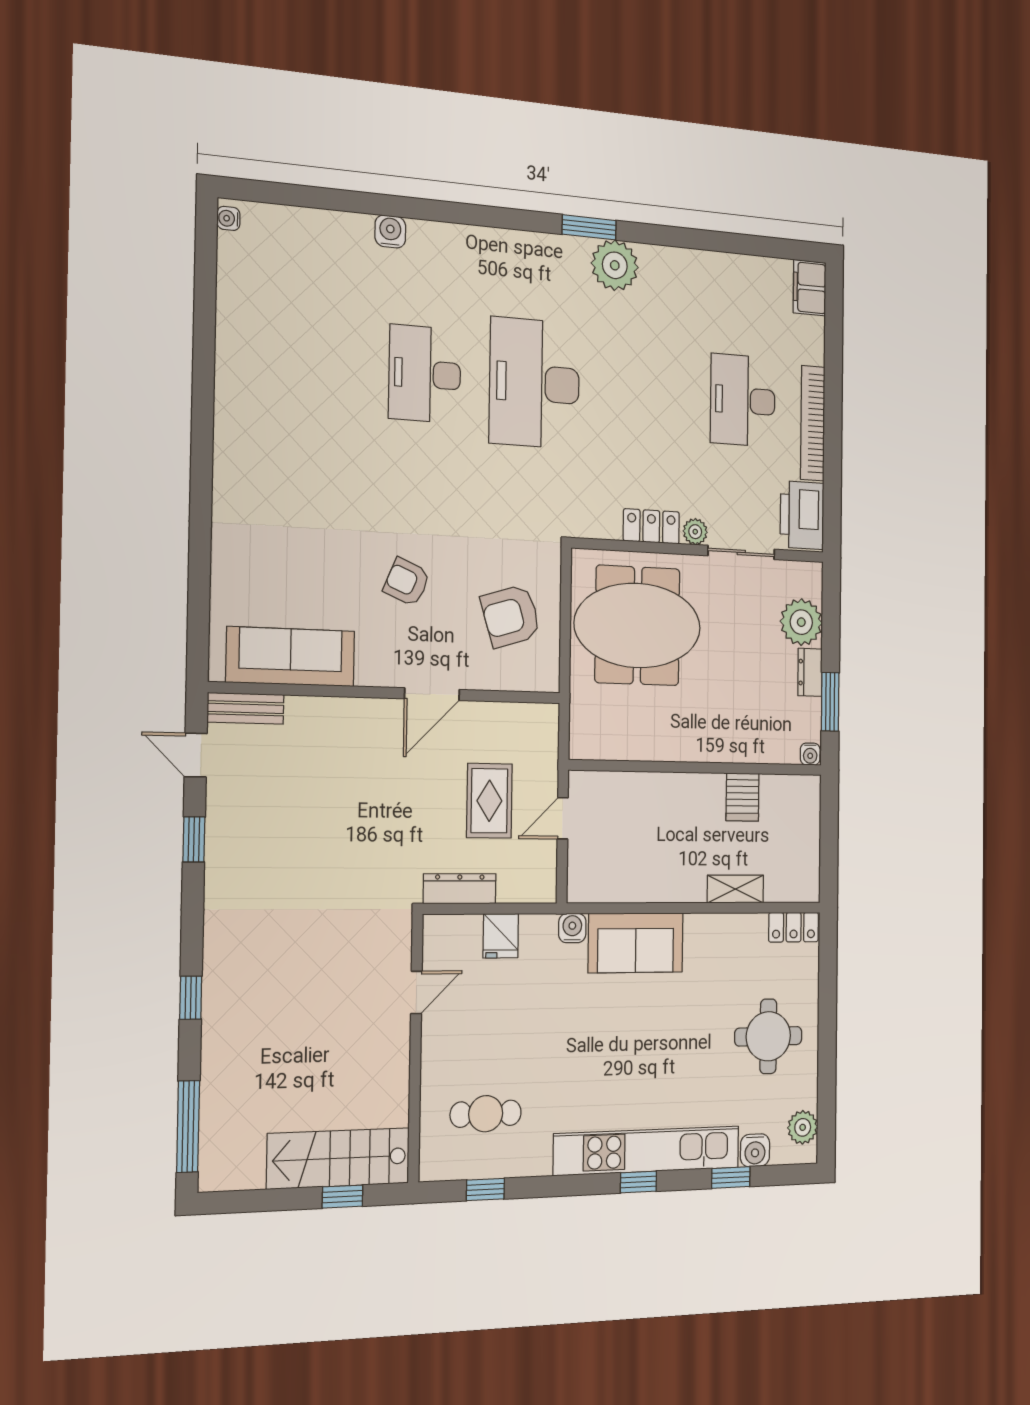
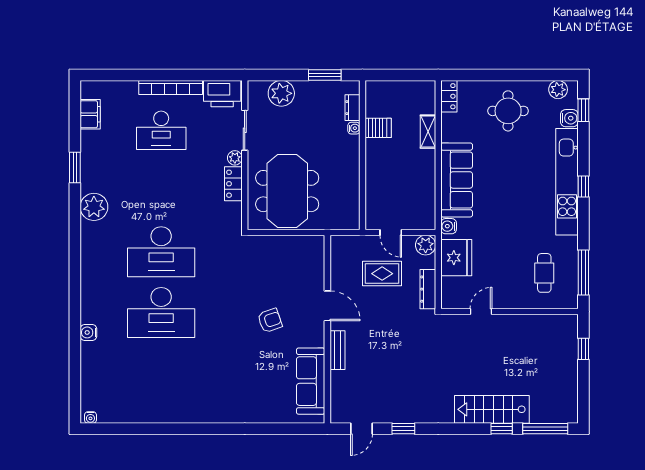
window: (589, 227) -> (75, 168), moved
filing cabinet: (810, 288) -> (90, 114), moved, turned -90
desk: (425, 374) -> (161, 313), width x1.36, depth x1.30
armchair: (407, 582) -> (270, 320), turned -132
armchair: (511, 616) -> (285, 263), removed
dresser: (810, 672) -> (353, 108), moved, turned 90
bench: (246, 708) -> (337, 350), moved
water cooler: (810, 754) -> (354, 128), moved
plant: (539, 884) -> (426, 245), added
fridge: (501, 936) -> (456, 258), width x1.88, depth x1.34
sofa: (636, 943) -> (457, 180), width x1.36
door: (416, 992) -> (481, 312), hinge flipped
window: (191, 998) -> (502, 429), moved
stairs: (339, 1158) -> (492, 409), moved, turned 90
window: (731, 1177) -> (583, 110), moved
window: (485, 1190) -> (583, 272), width x2.17

